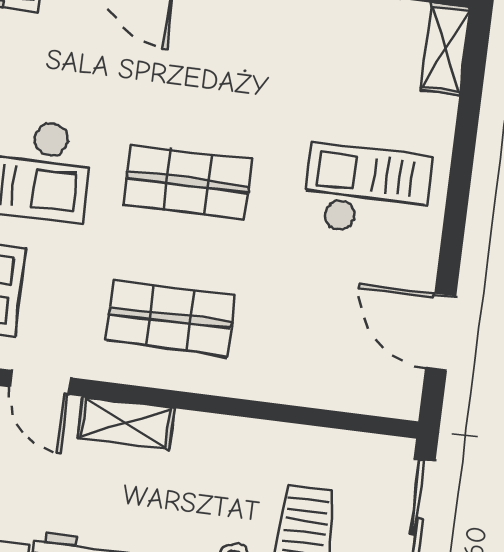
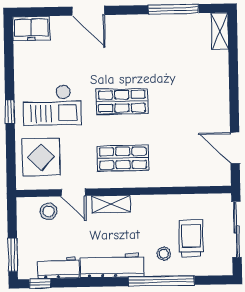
checkout: (367, 191) -> (196, 94), removed

